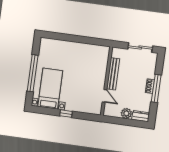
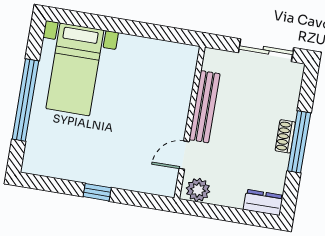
bed with nightstands: (50, 89) -> (75, 69), moved, turned 180
door: (105, 96) -> (184, 155), swing flipped
plant: (126, 113) -> (198, 190), moved

